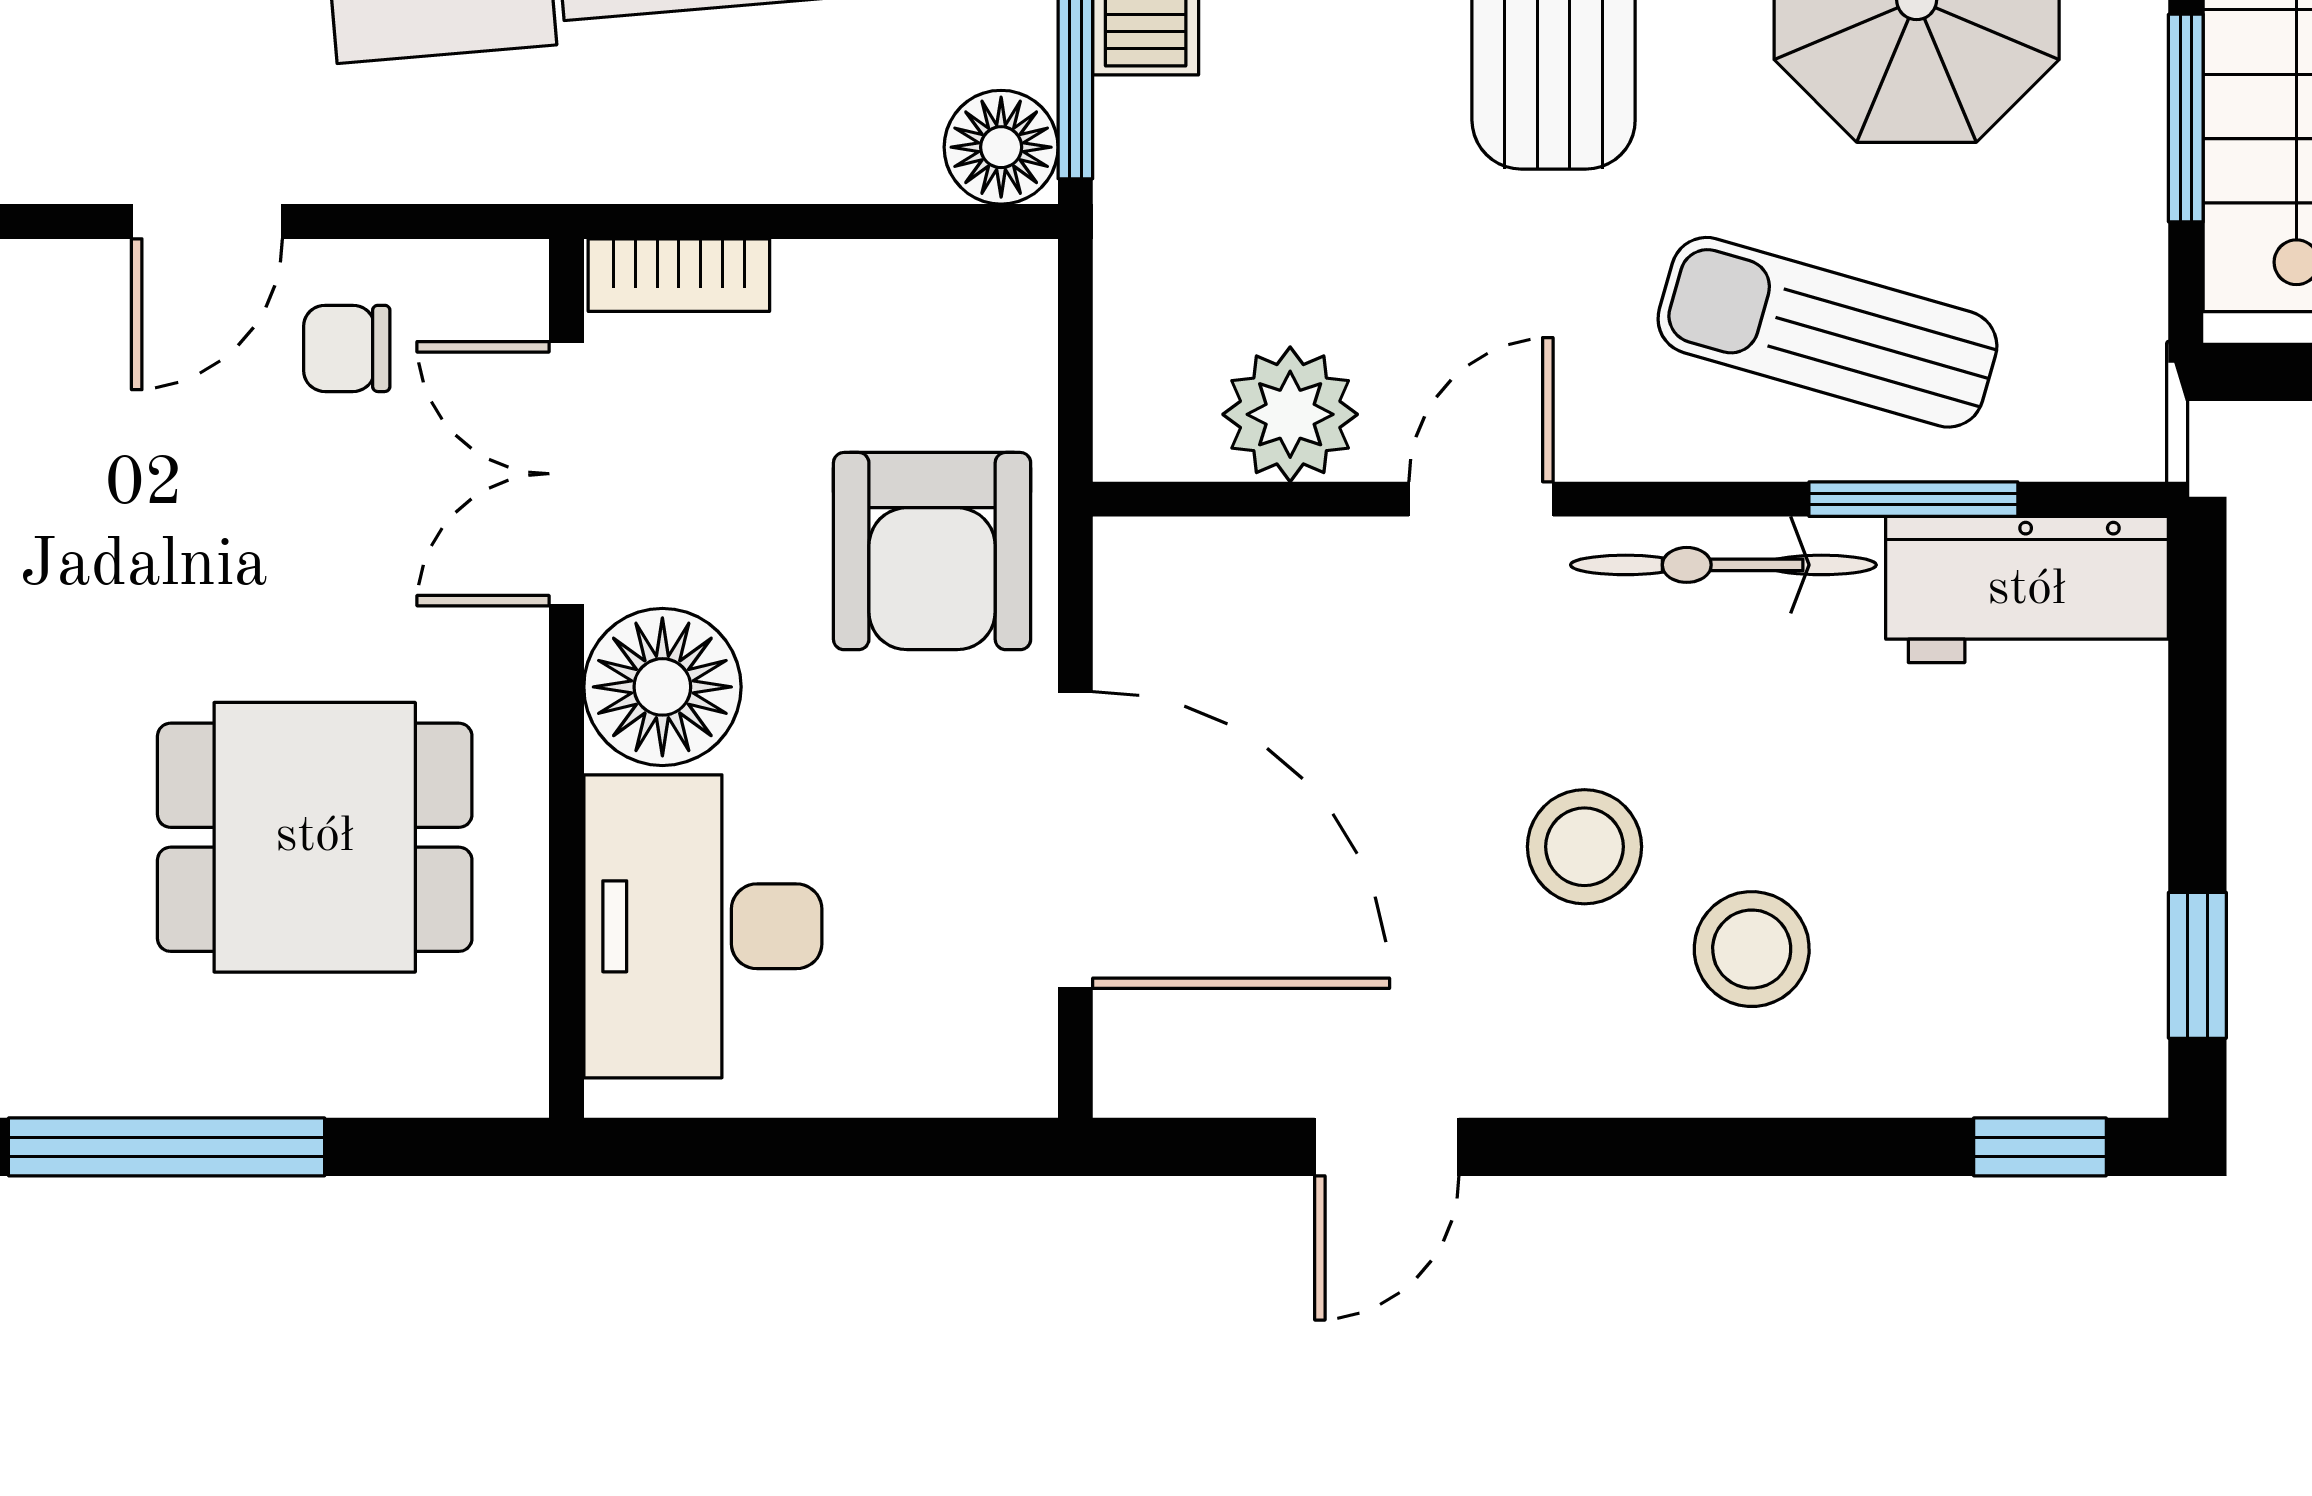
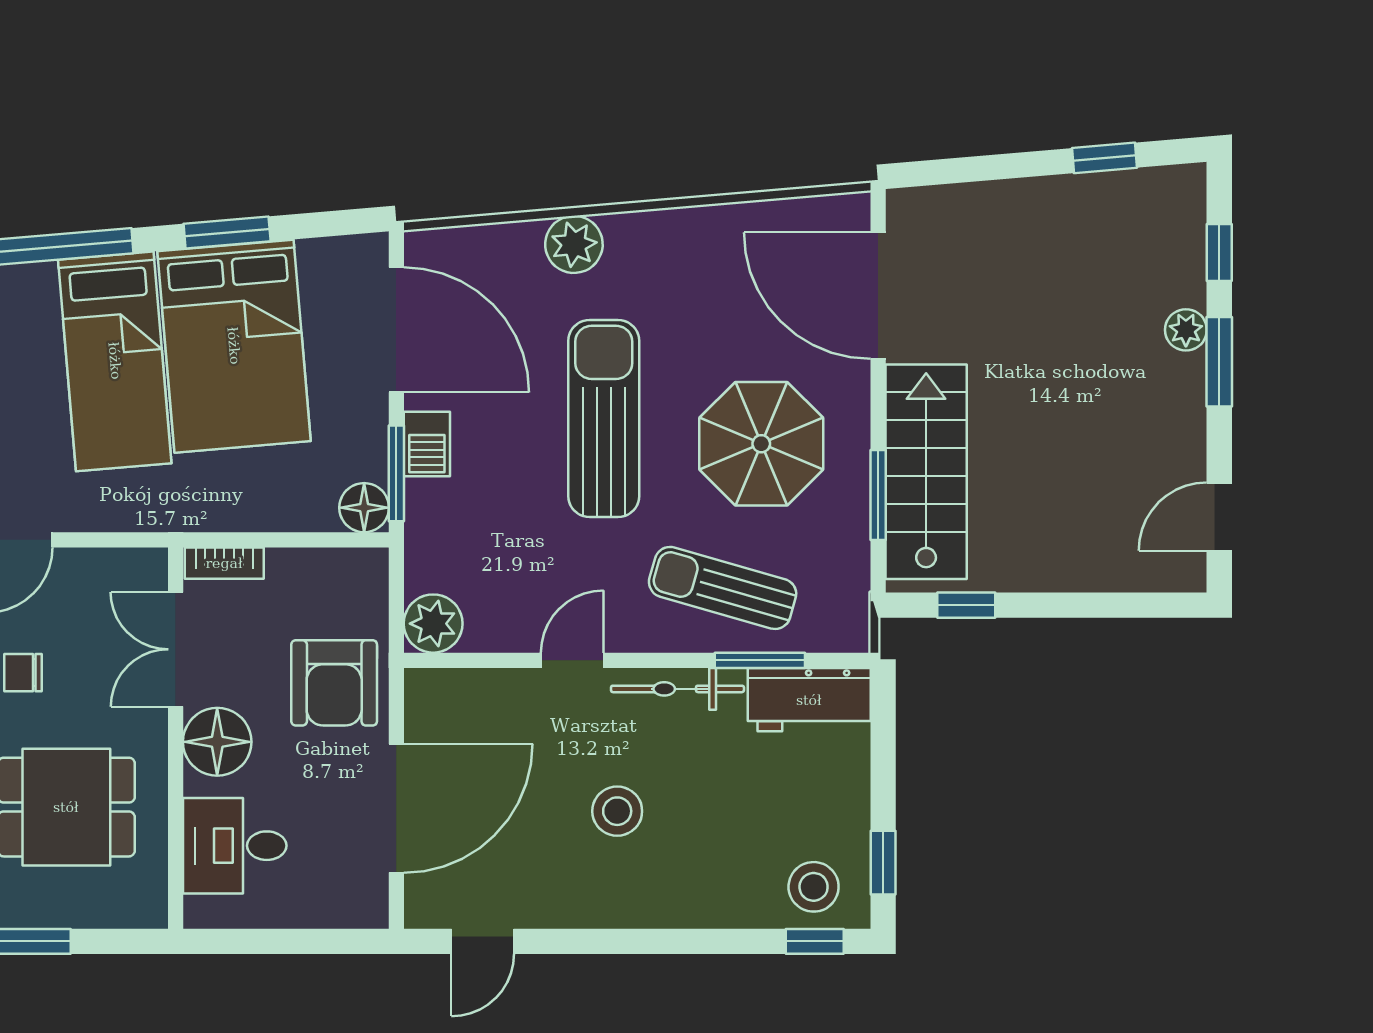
chair: (347, 348) -> (23, 673), moved
plant: (1290, 414) -> (433, 624), moved
door: (1075, 840) -> (396, 808), hinge flipped
desk: (703, 926) -> (235, 846), width x0.73
stool: (1752, 949) -> (814, 887), moved
door: (1387, 1147) -> (483, 941), moved

